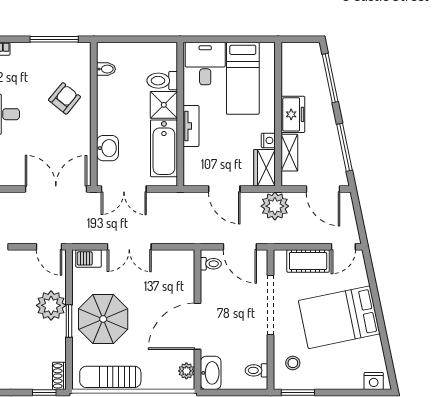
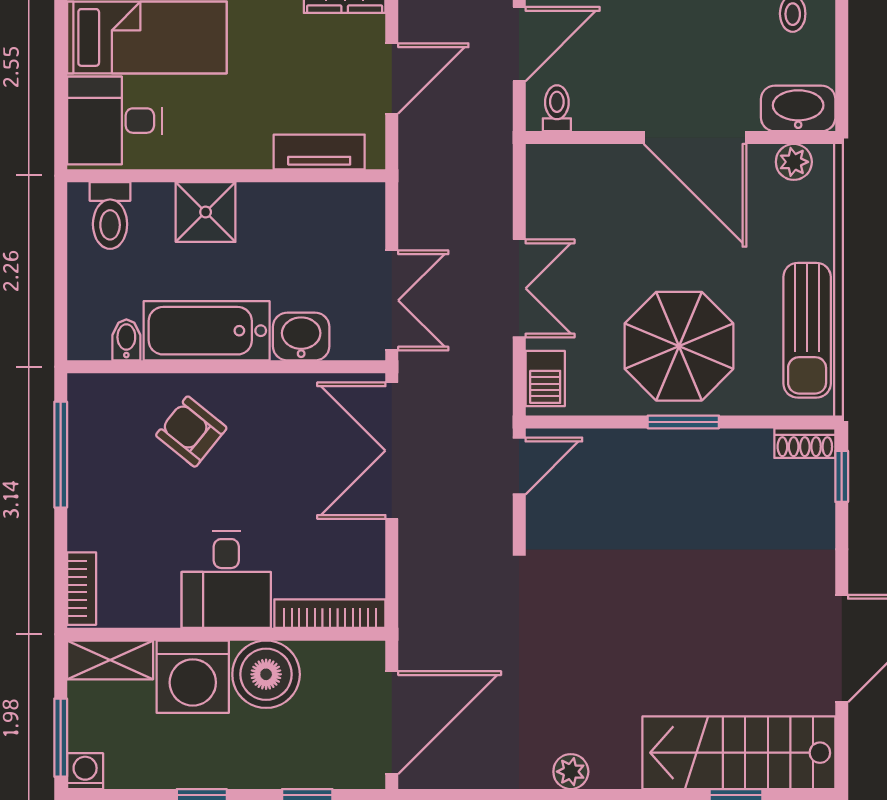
toilet: (162, 81) -> (110, 216), moved
tv unit: (191, 126) -> (319, 152), moved
bathtub: (164, 148) -> (207, 331), moved, turned 180
plant: (51, 305) -> (649, 461), removed

